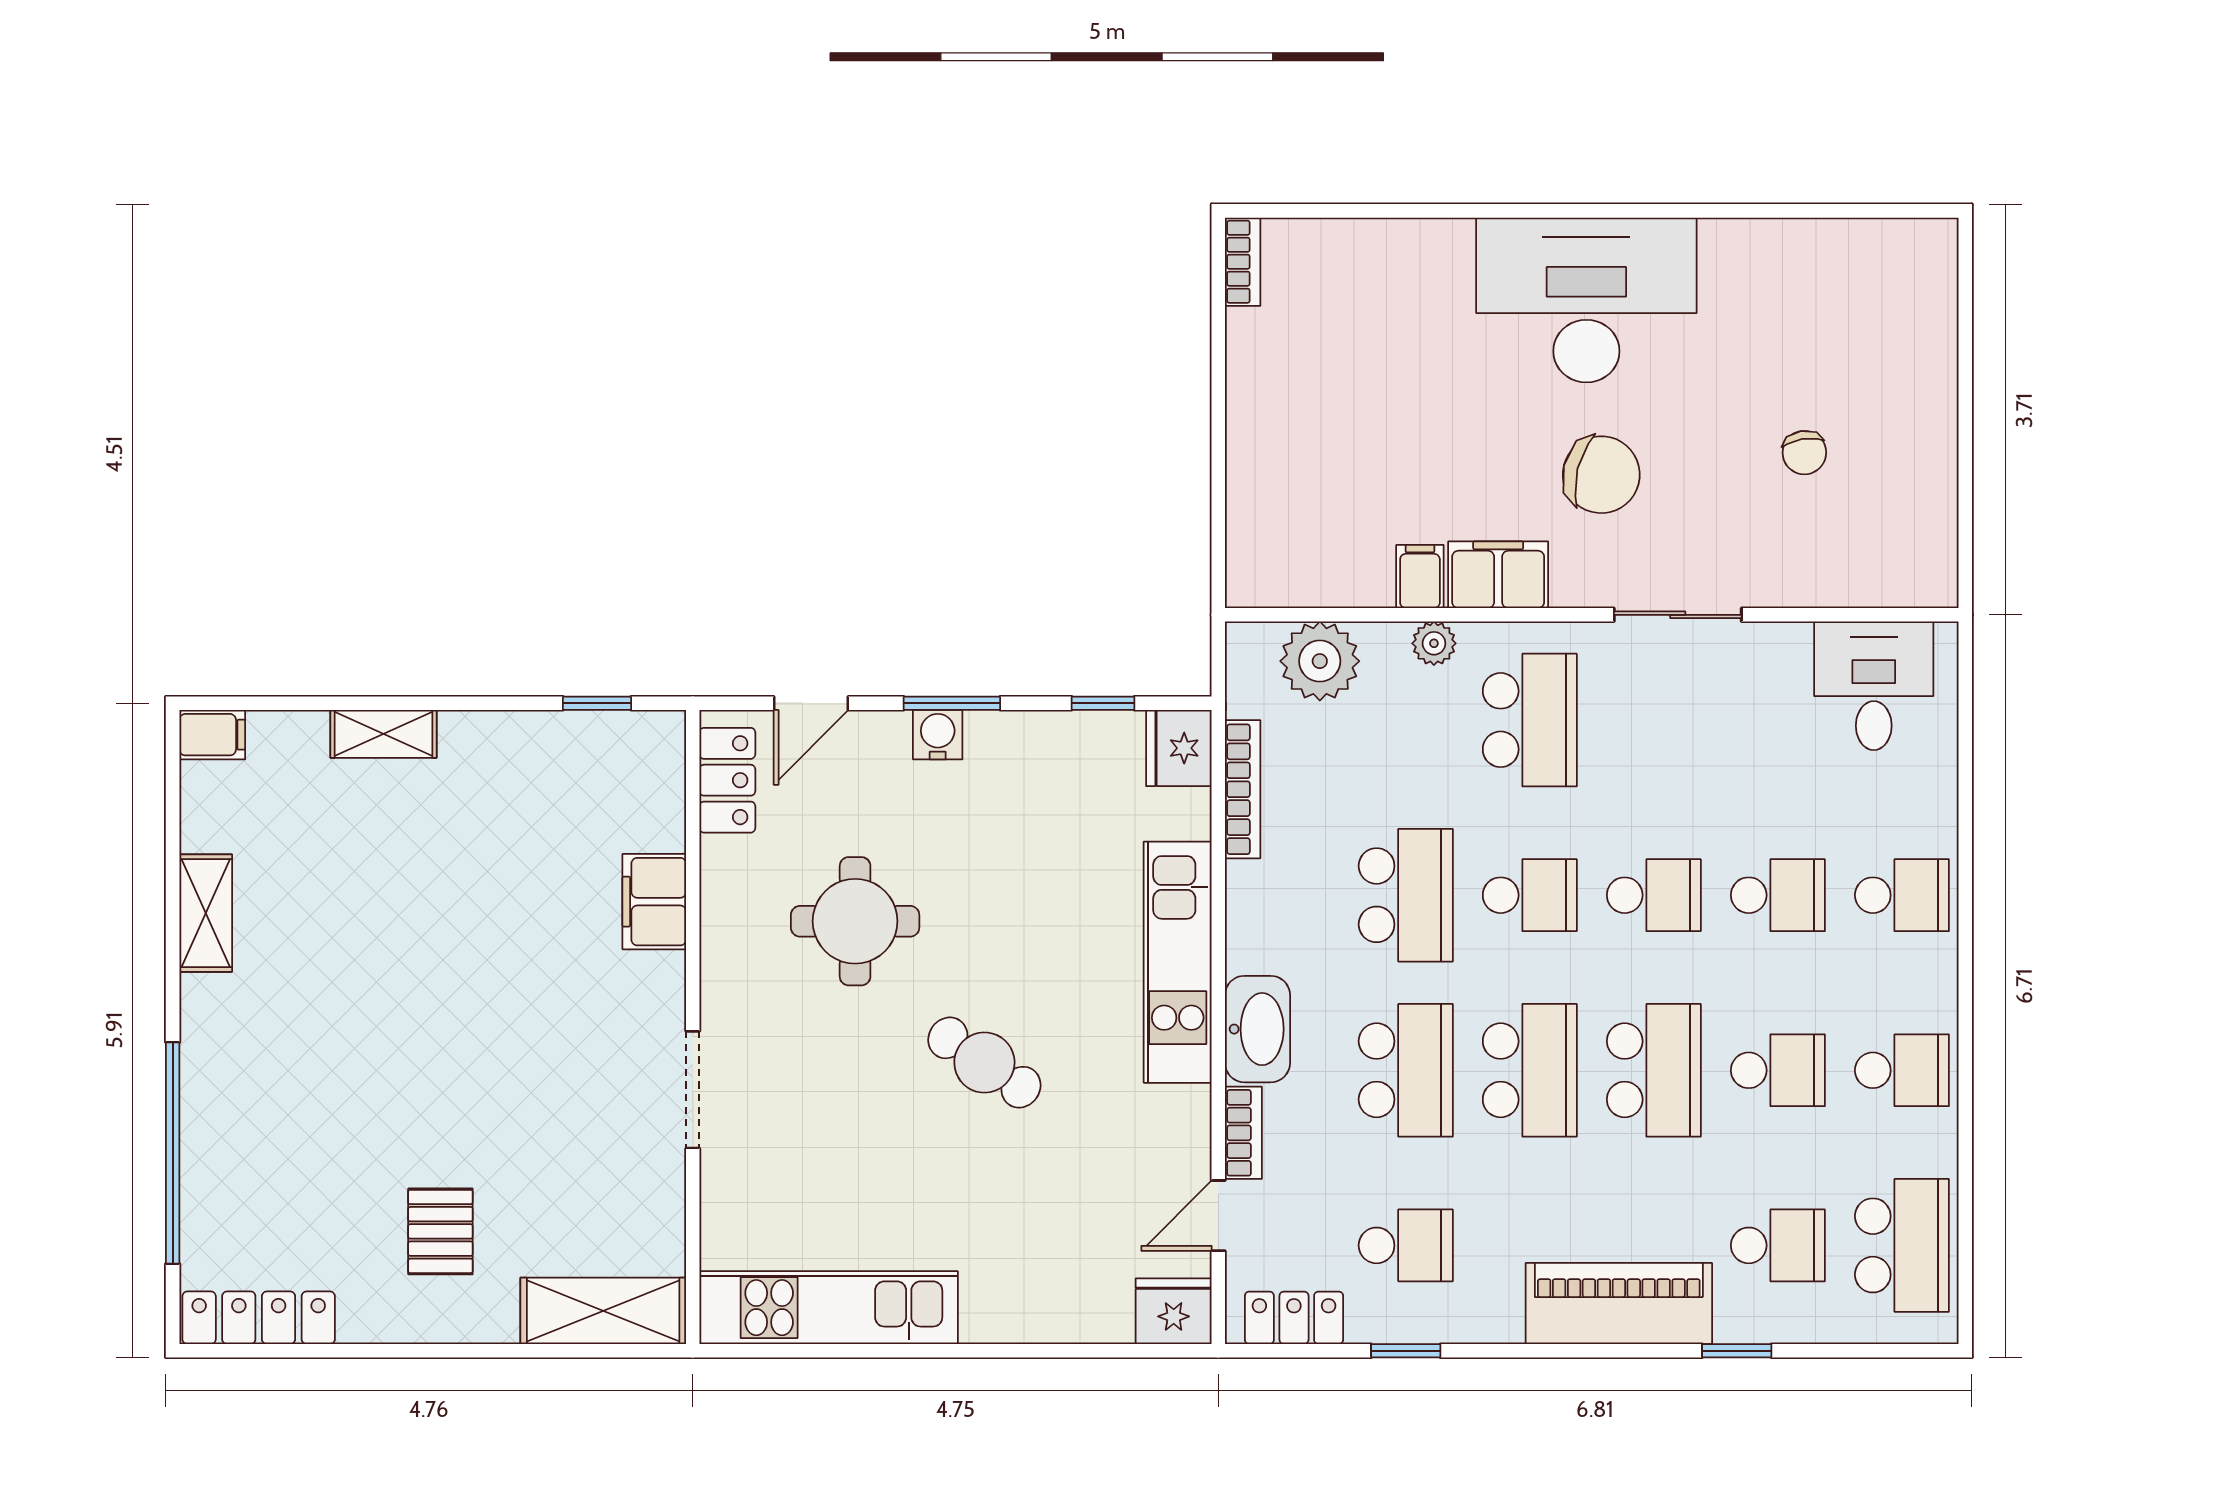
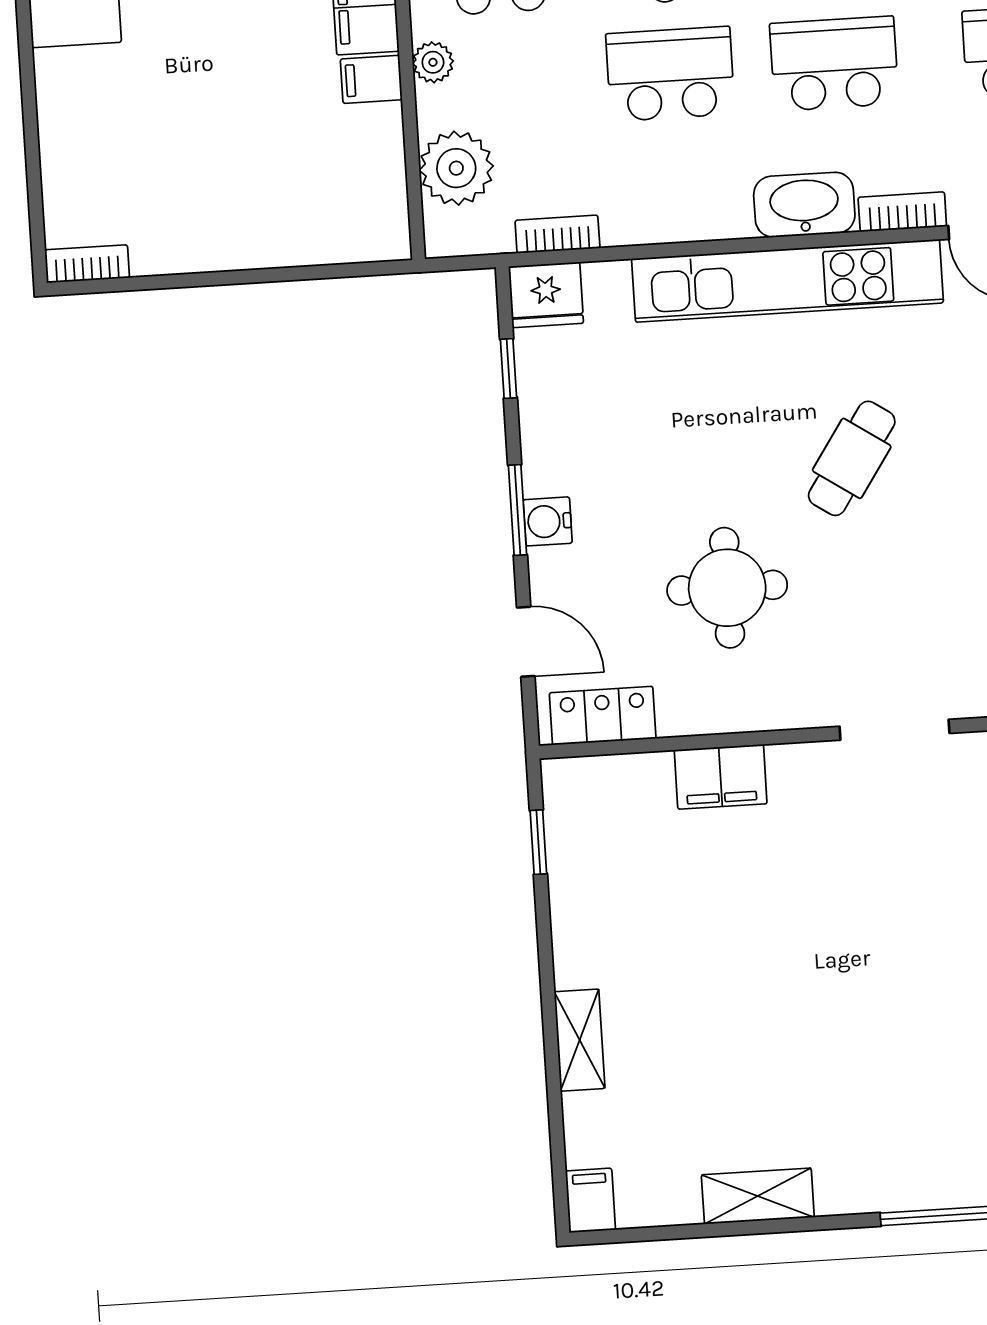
bookcase: (1243, 789) -> (557, 234), width x0.64
kitchen unit: (1178, 962) -> (788, 281), width x1.36

